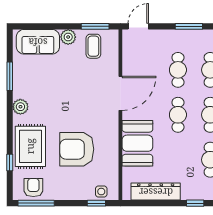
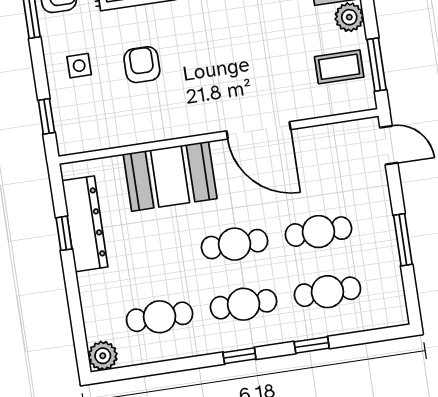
armchair: (77, 149) -> (142, 65), width x0.53, depth x0.53
side table: (101, 192) -> (79, 66), moved
window: (195, 203) -> (64, 233), moved

